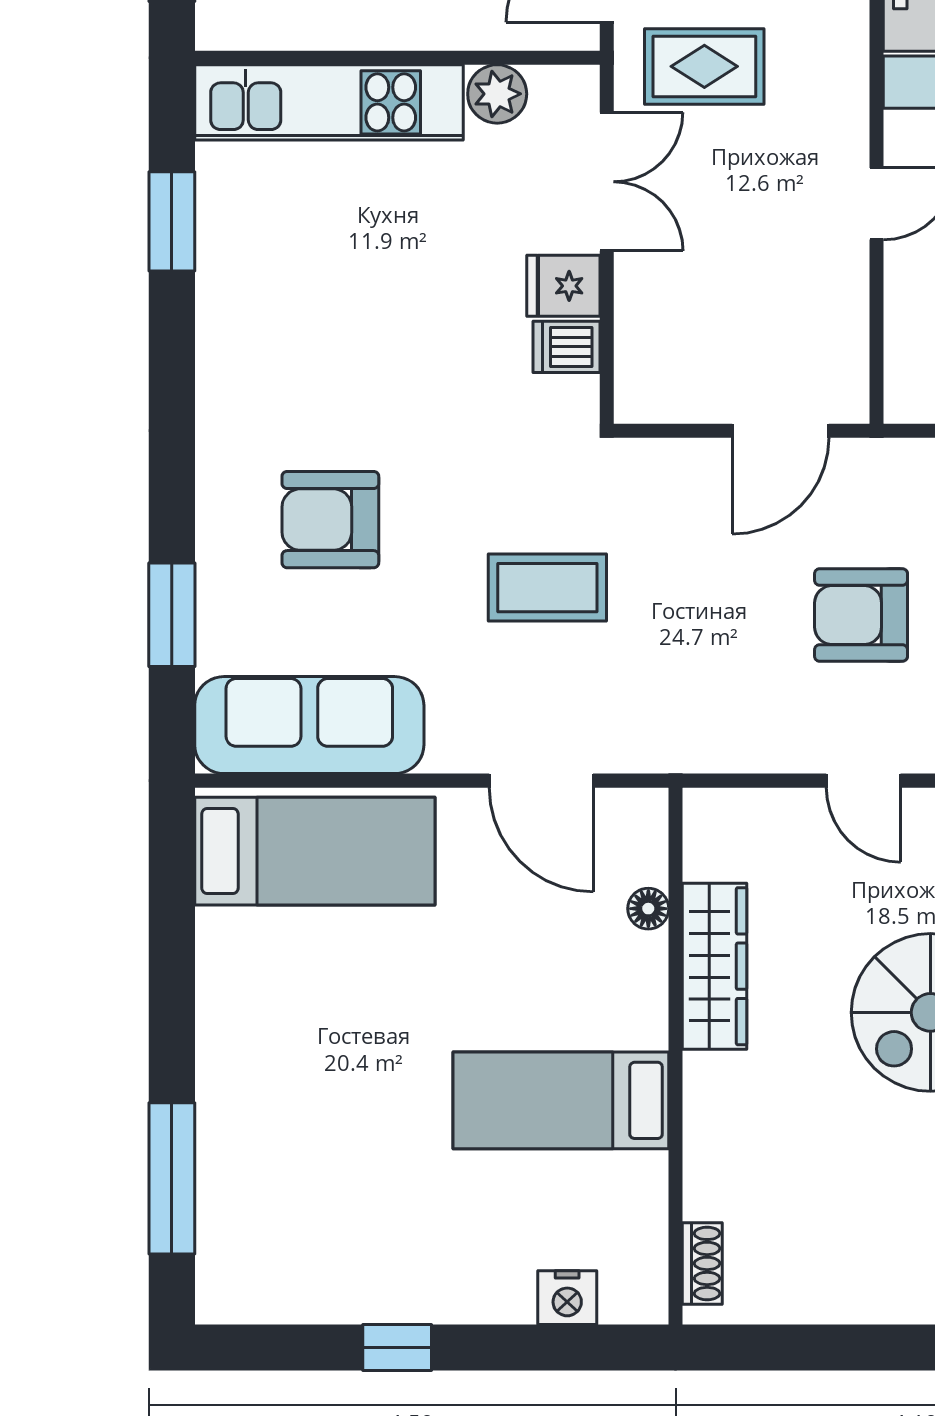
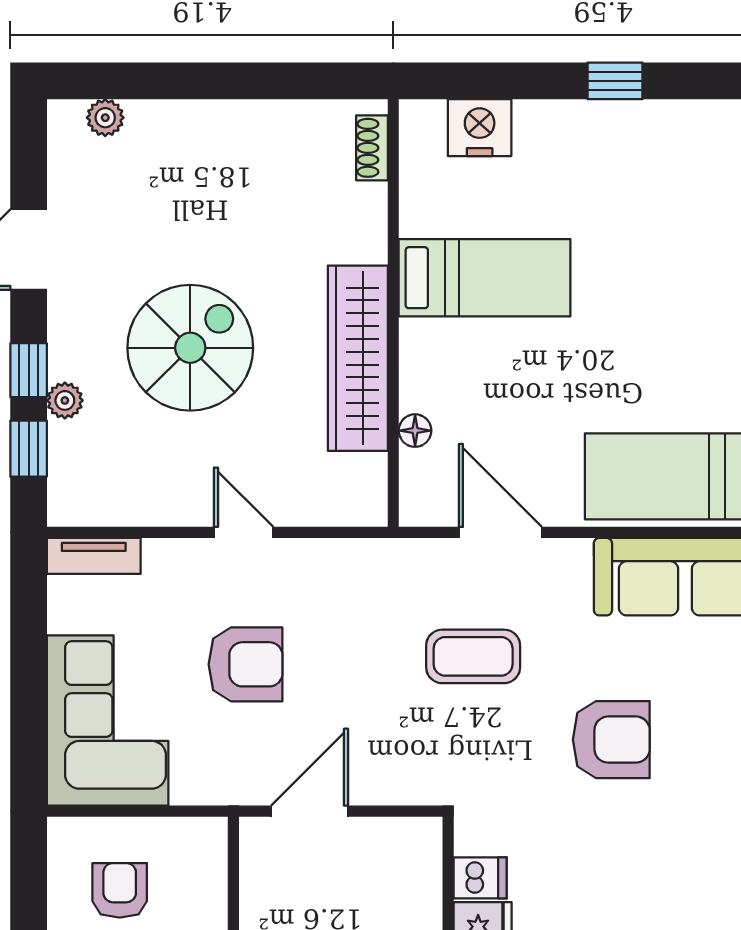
armchair: (330, 520) -> (611, 740), moved
coffee table: (547, 588) -> (473, 656), moved
wardrobe: (715, 966) -> (358, 358), width x1.40, depth x1.17
nightstand: (567, 1298) -> (480, 128), width x1.36, depth x1.33

